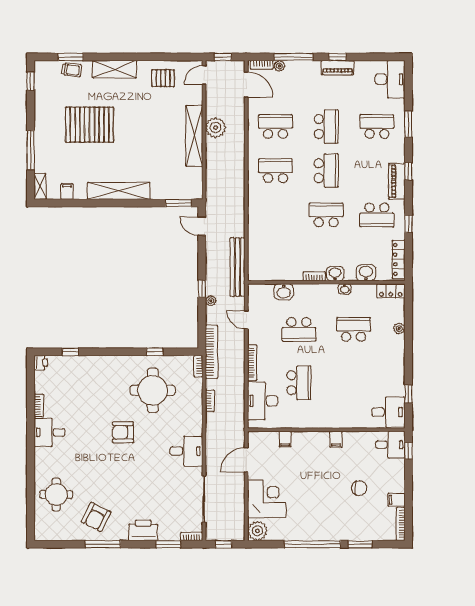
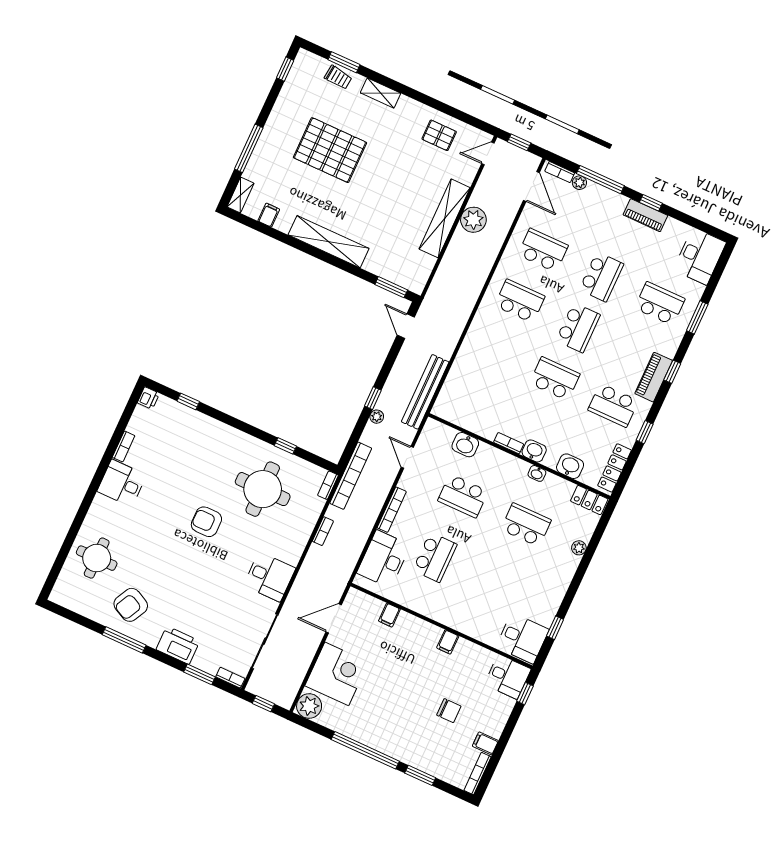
shelving: (114, 69) -> (381, 93), width x0.67, depth x0.75

